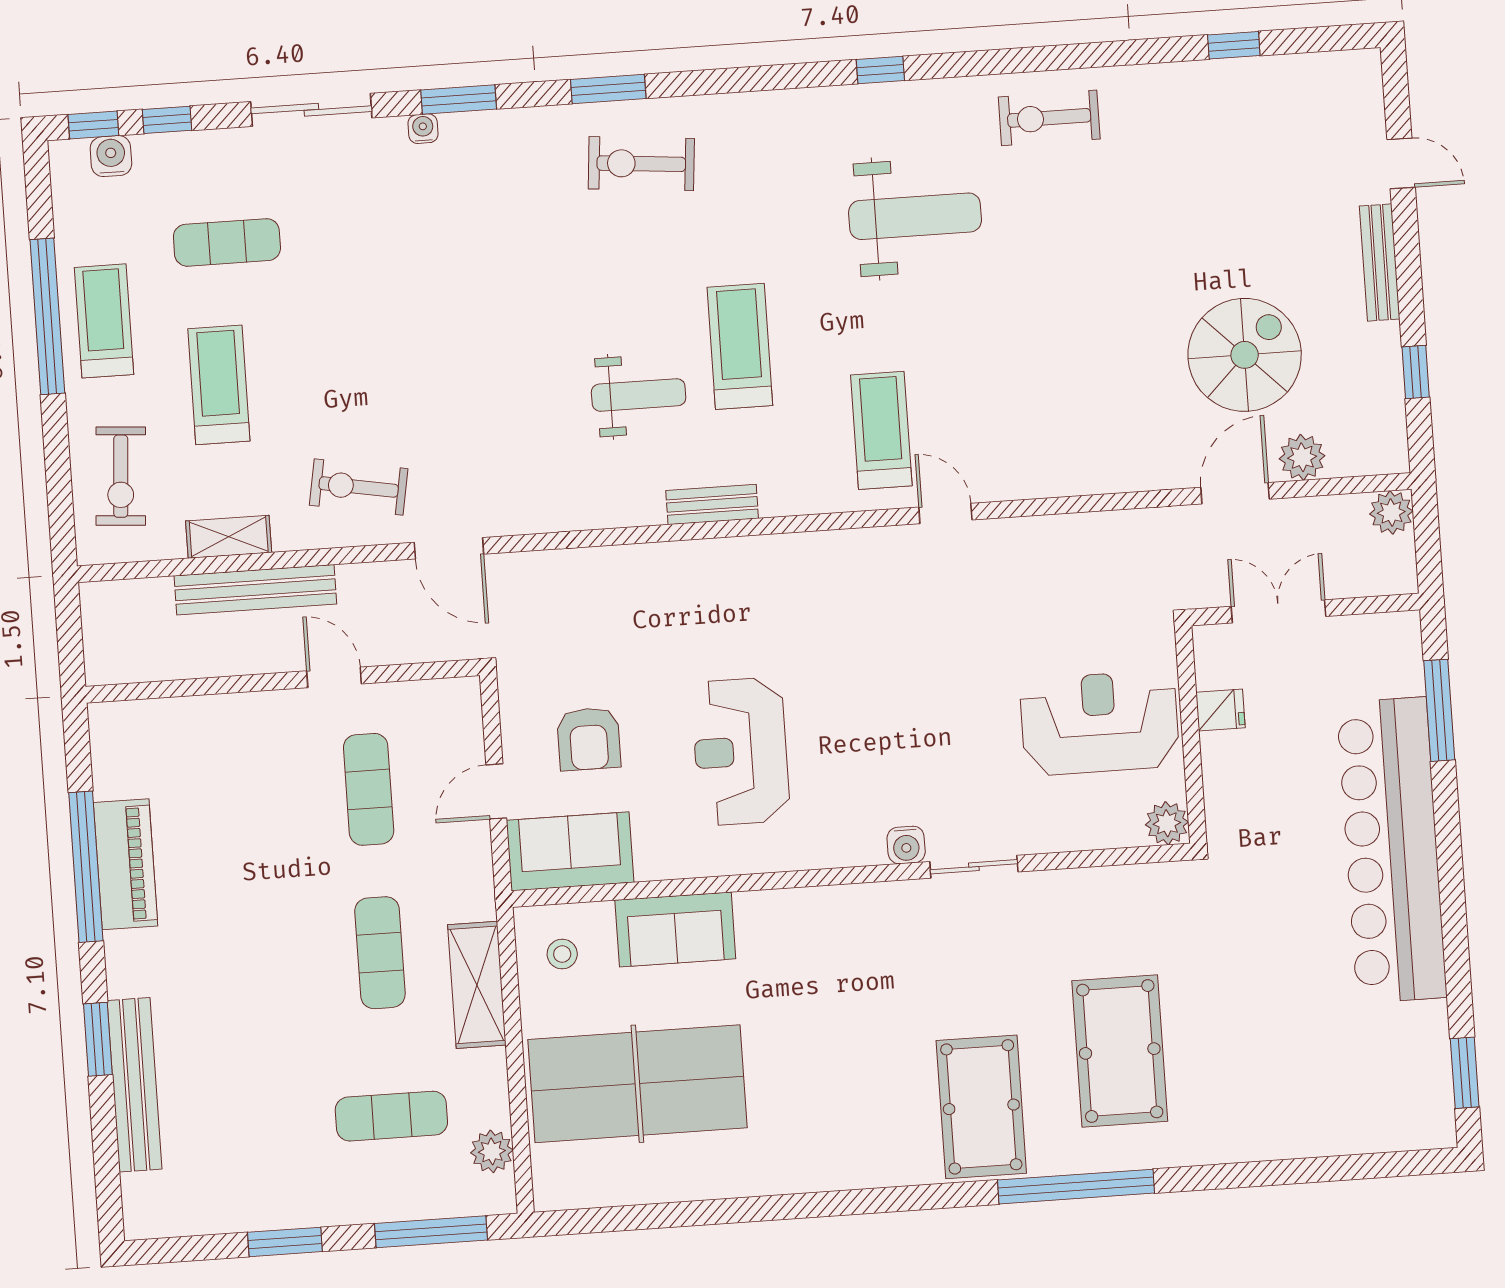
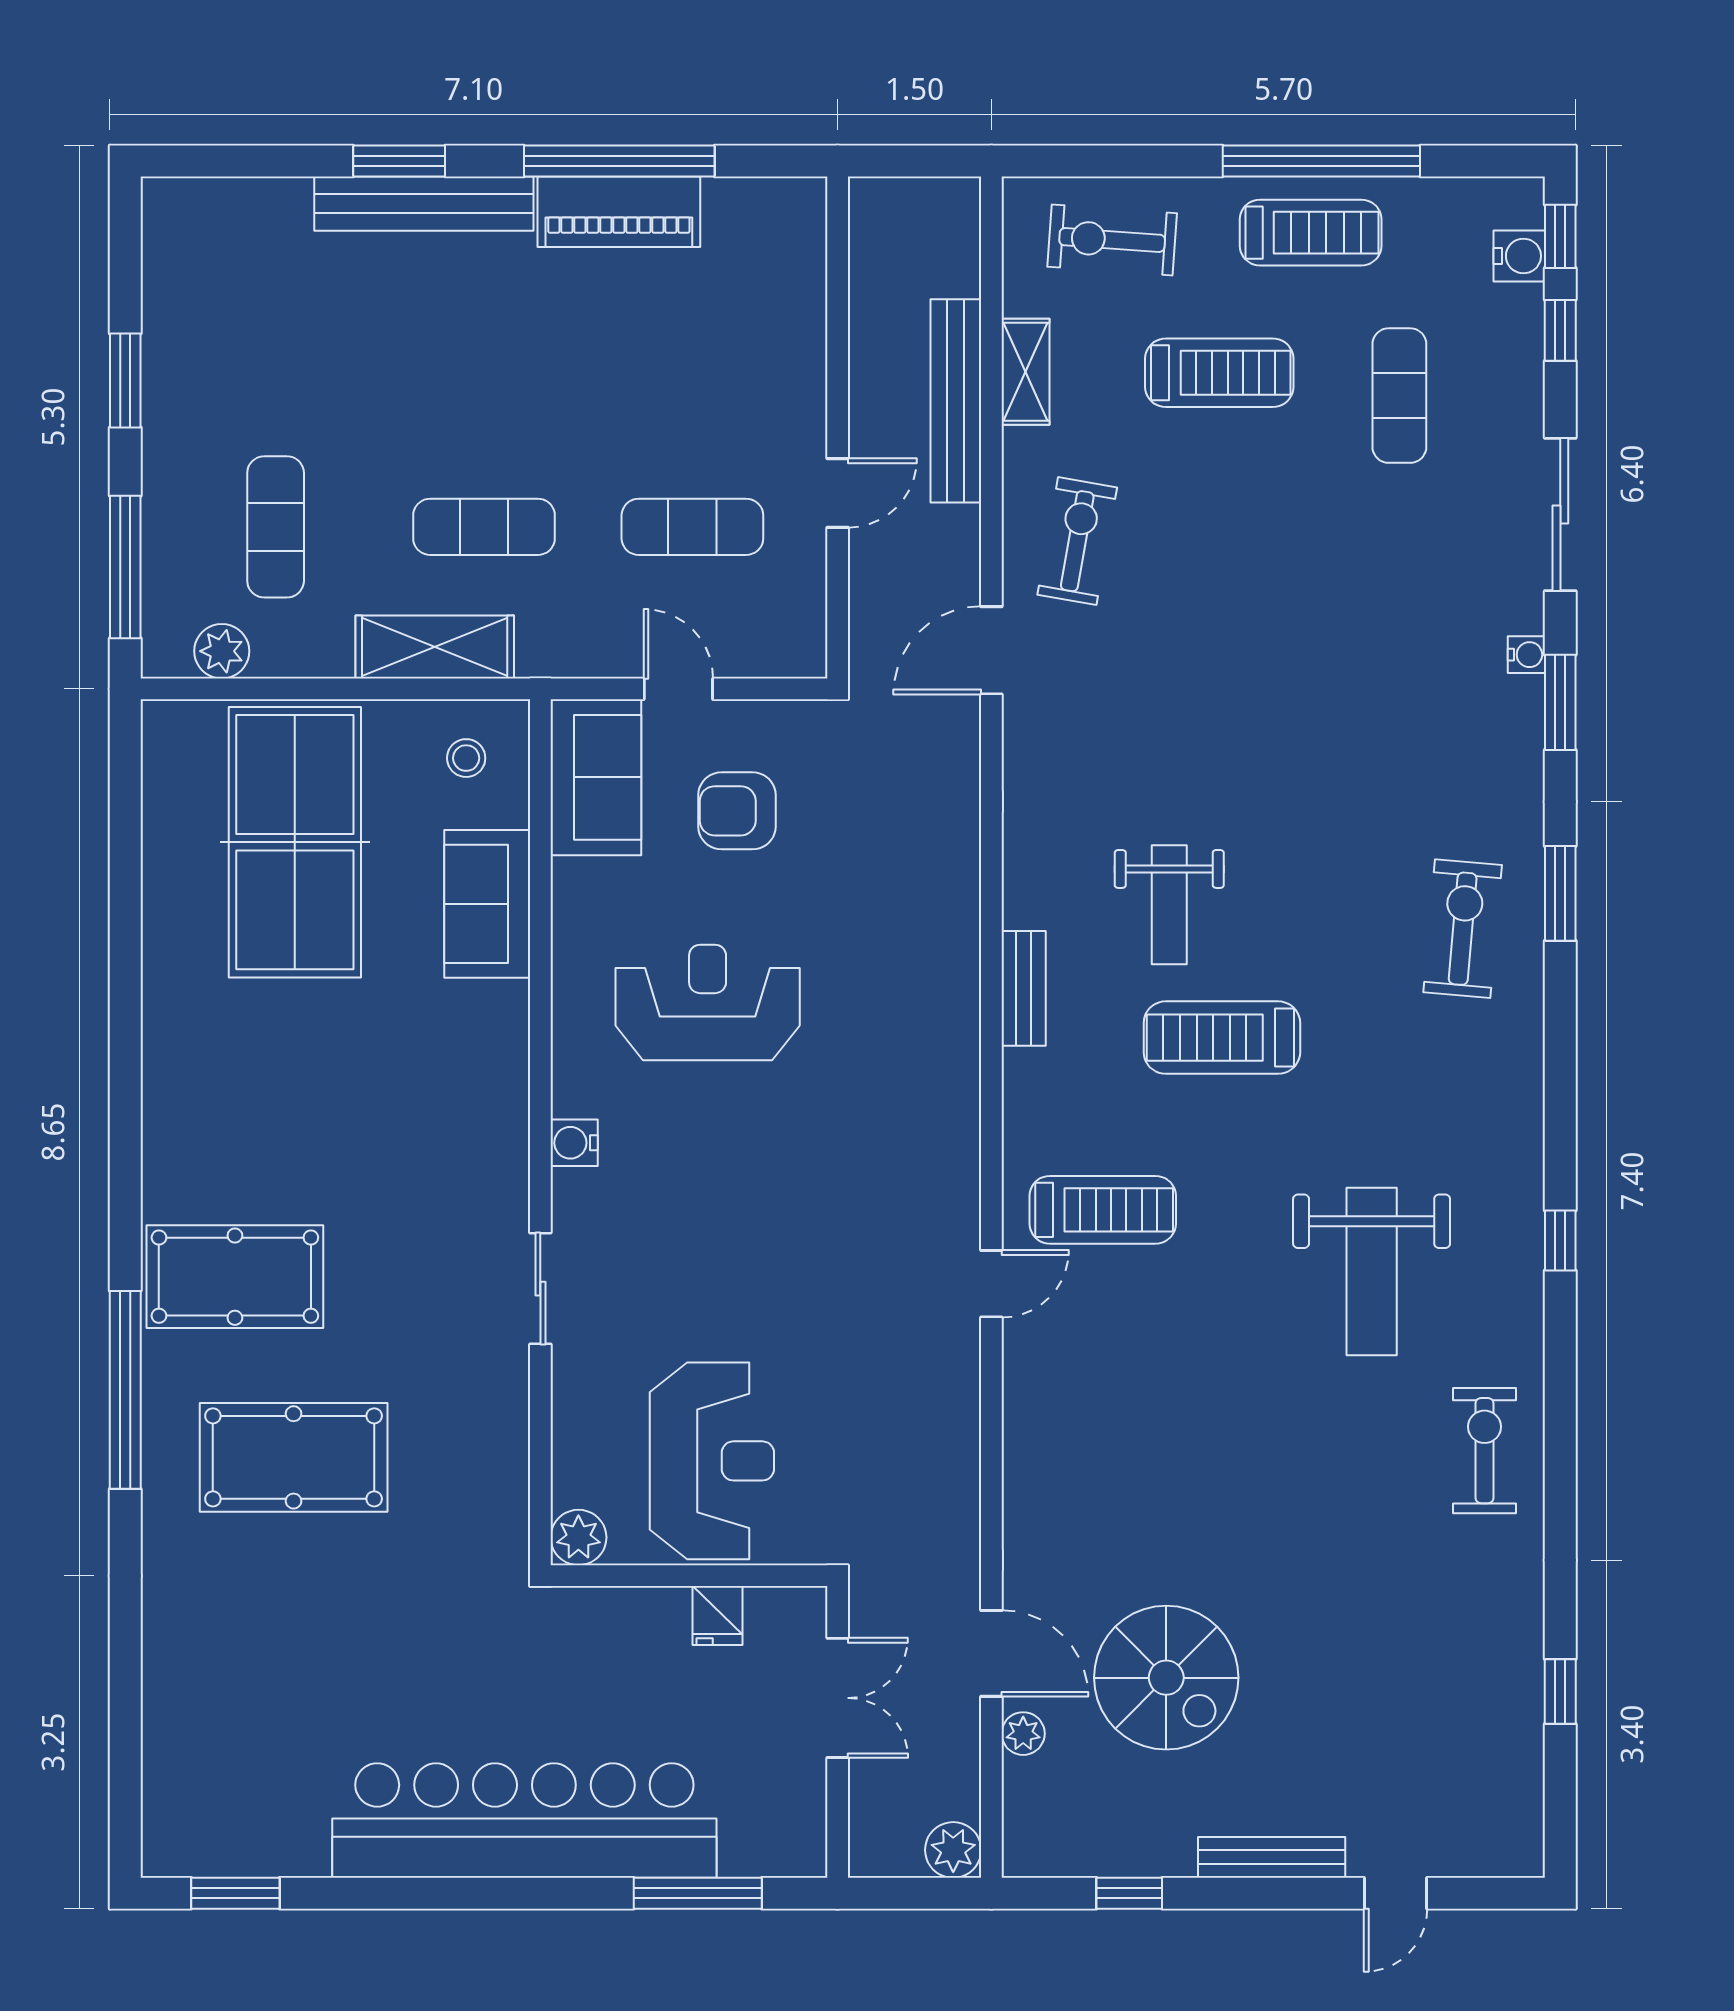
treadmill: (740, 346) -> (1222, 1038), turned 180
plant: (1302, 457) -> (1023, 1734), width x0.73, depth x0.73
water cooler: (906, 845) -> (574, 1143), moved
bench: (135, 1085) -> (424, 204), moved

